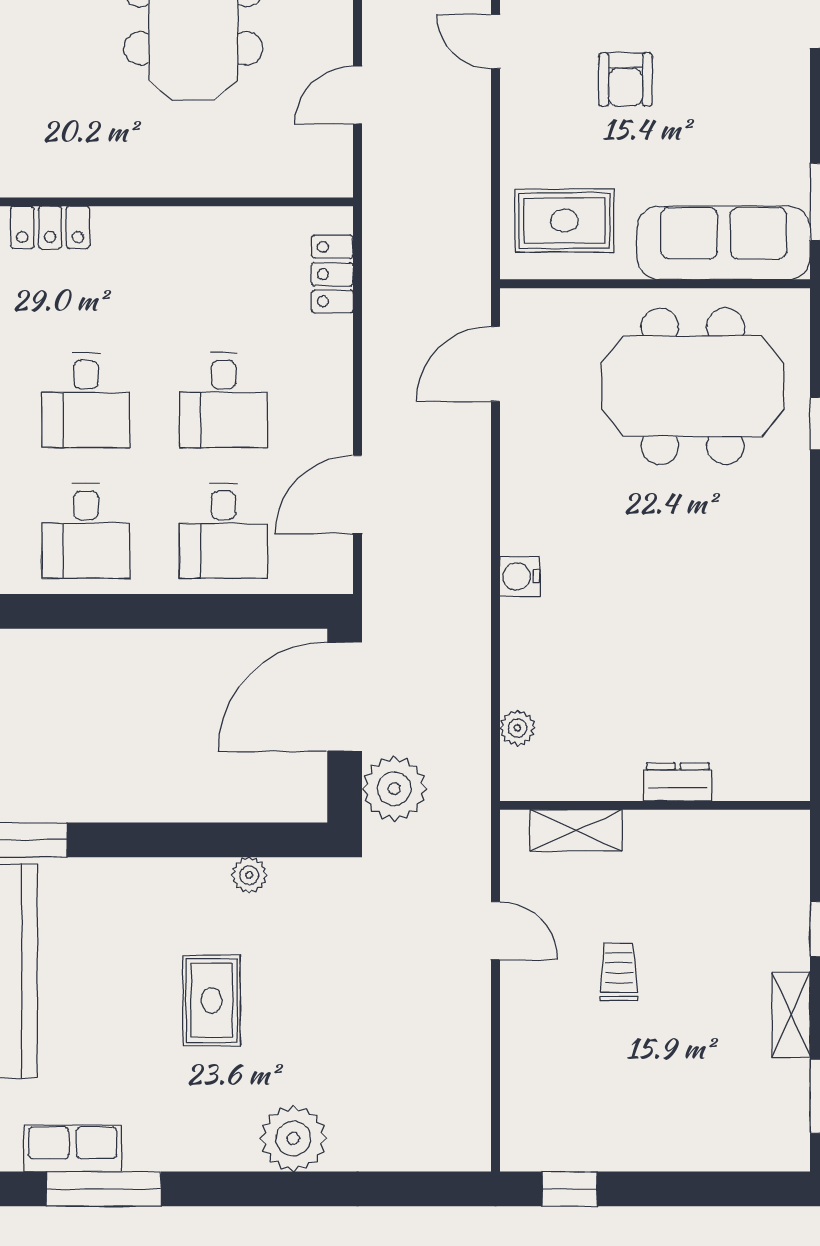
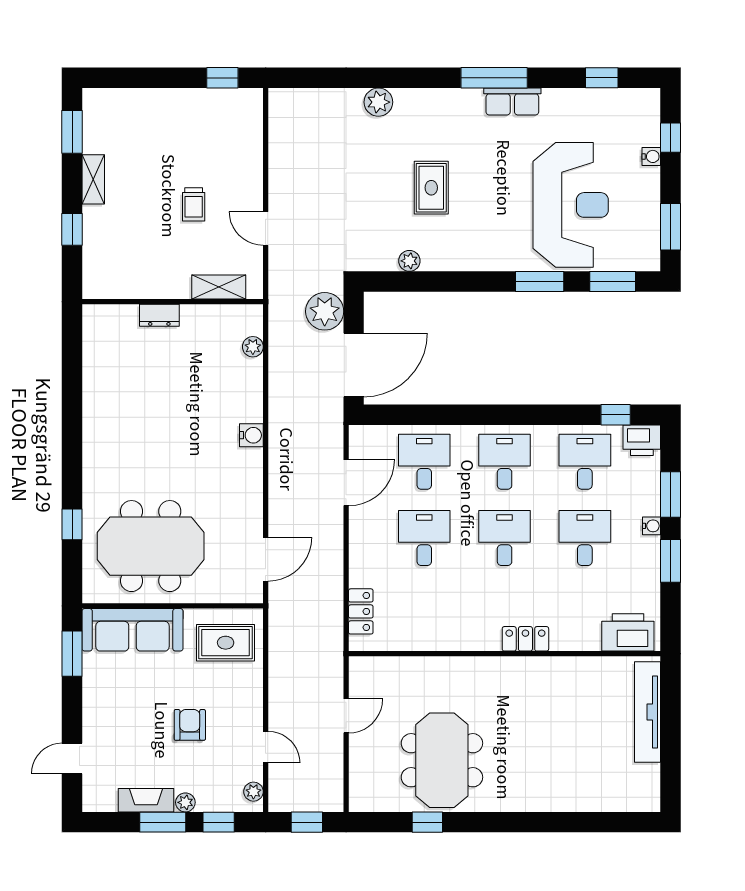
plant: (293, 1138) -> (378, 102), width x0.73, depth x0.73

